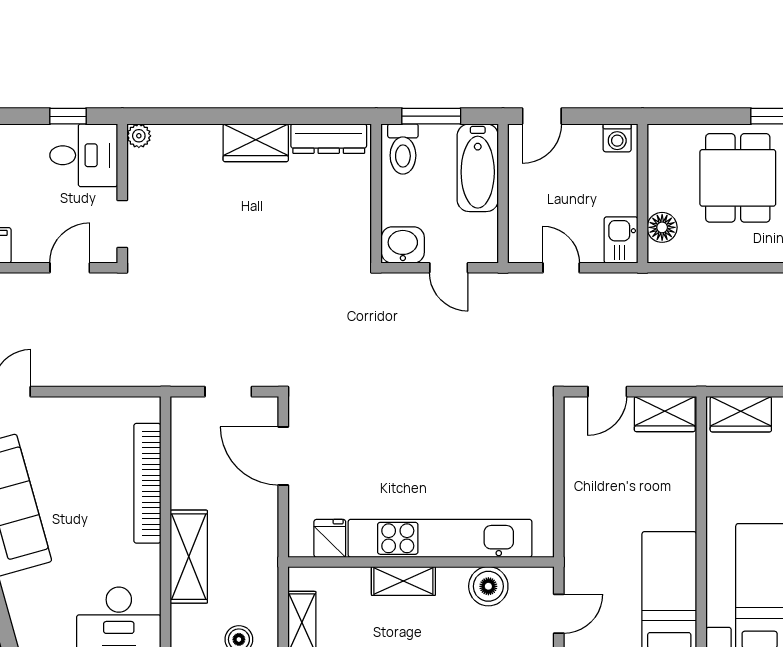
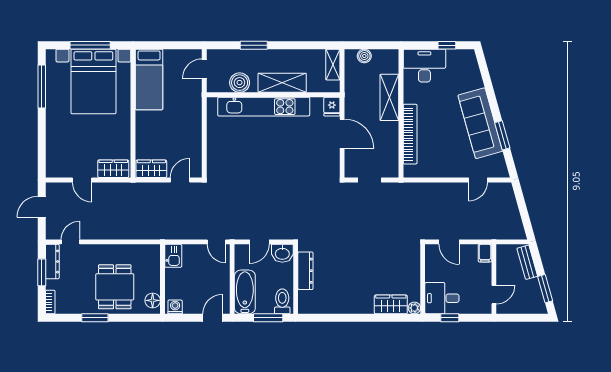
dresser: (329, 139) -> (305, 271), moved, turned 90
wardrobe: (256, 143) -> (391, 304), moved
doorway: (122, 224) -> (423, 264), removed
floor lamp: (662, 227) -> (153, 300), moved
door: (70, 268) -> (449, 242), hinge flipped
door: (449, 268) -> (259, 242), swing flipped
door: (561, 268) -> (216, 242), moved
door: (283, 456) -> (342, 134), moved
fridge: (330, 538) -> (332, 107), moved
shelving: (403, 581) -> (282, 83), width x1.50, depth x1.33

